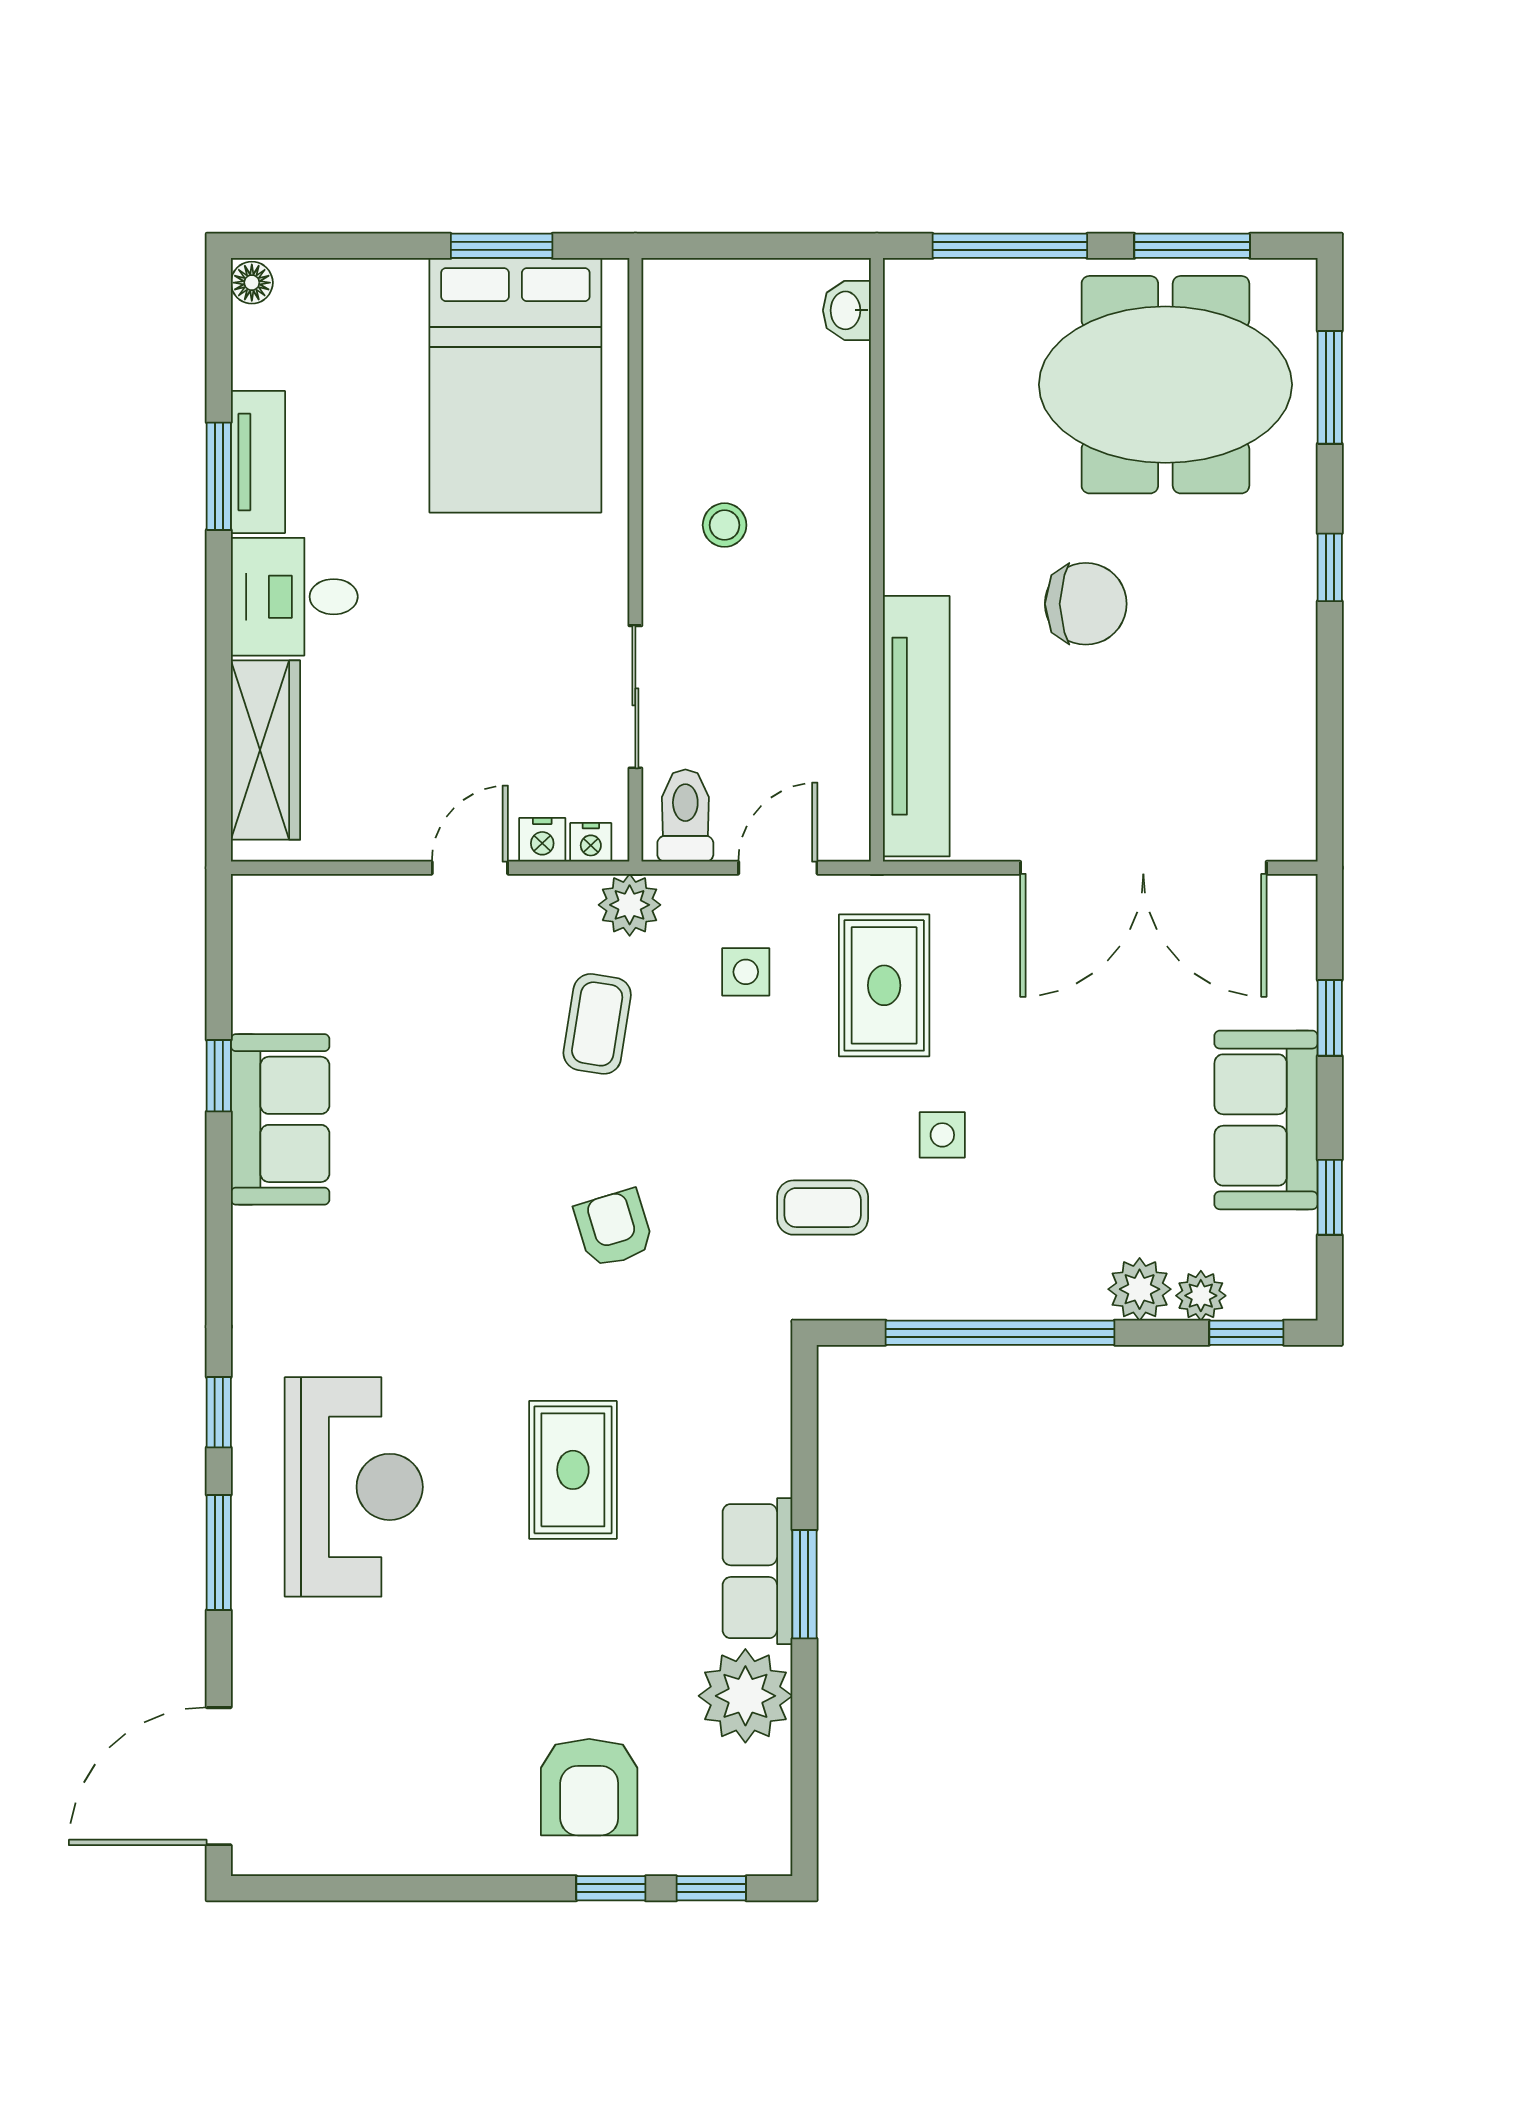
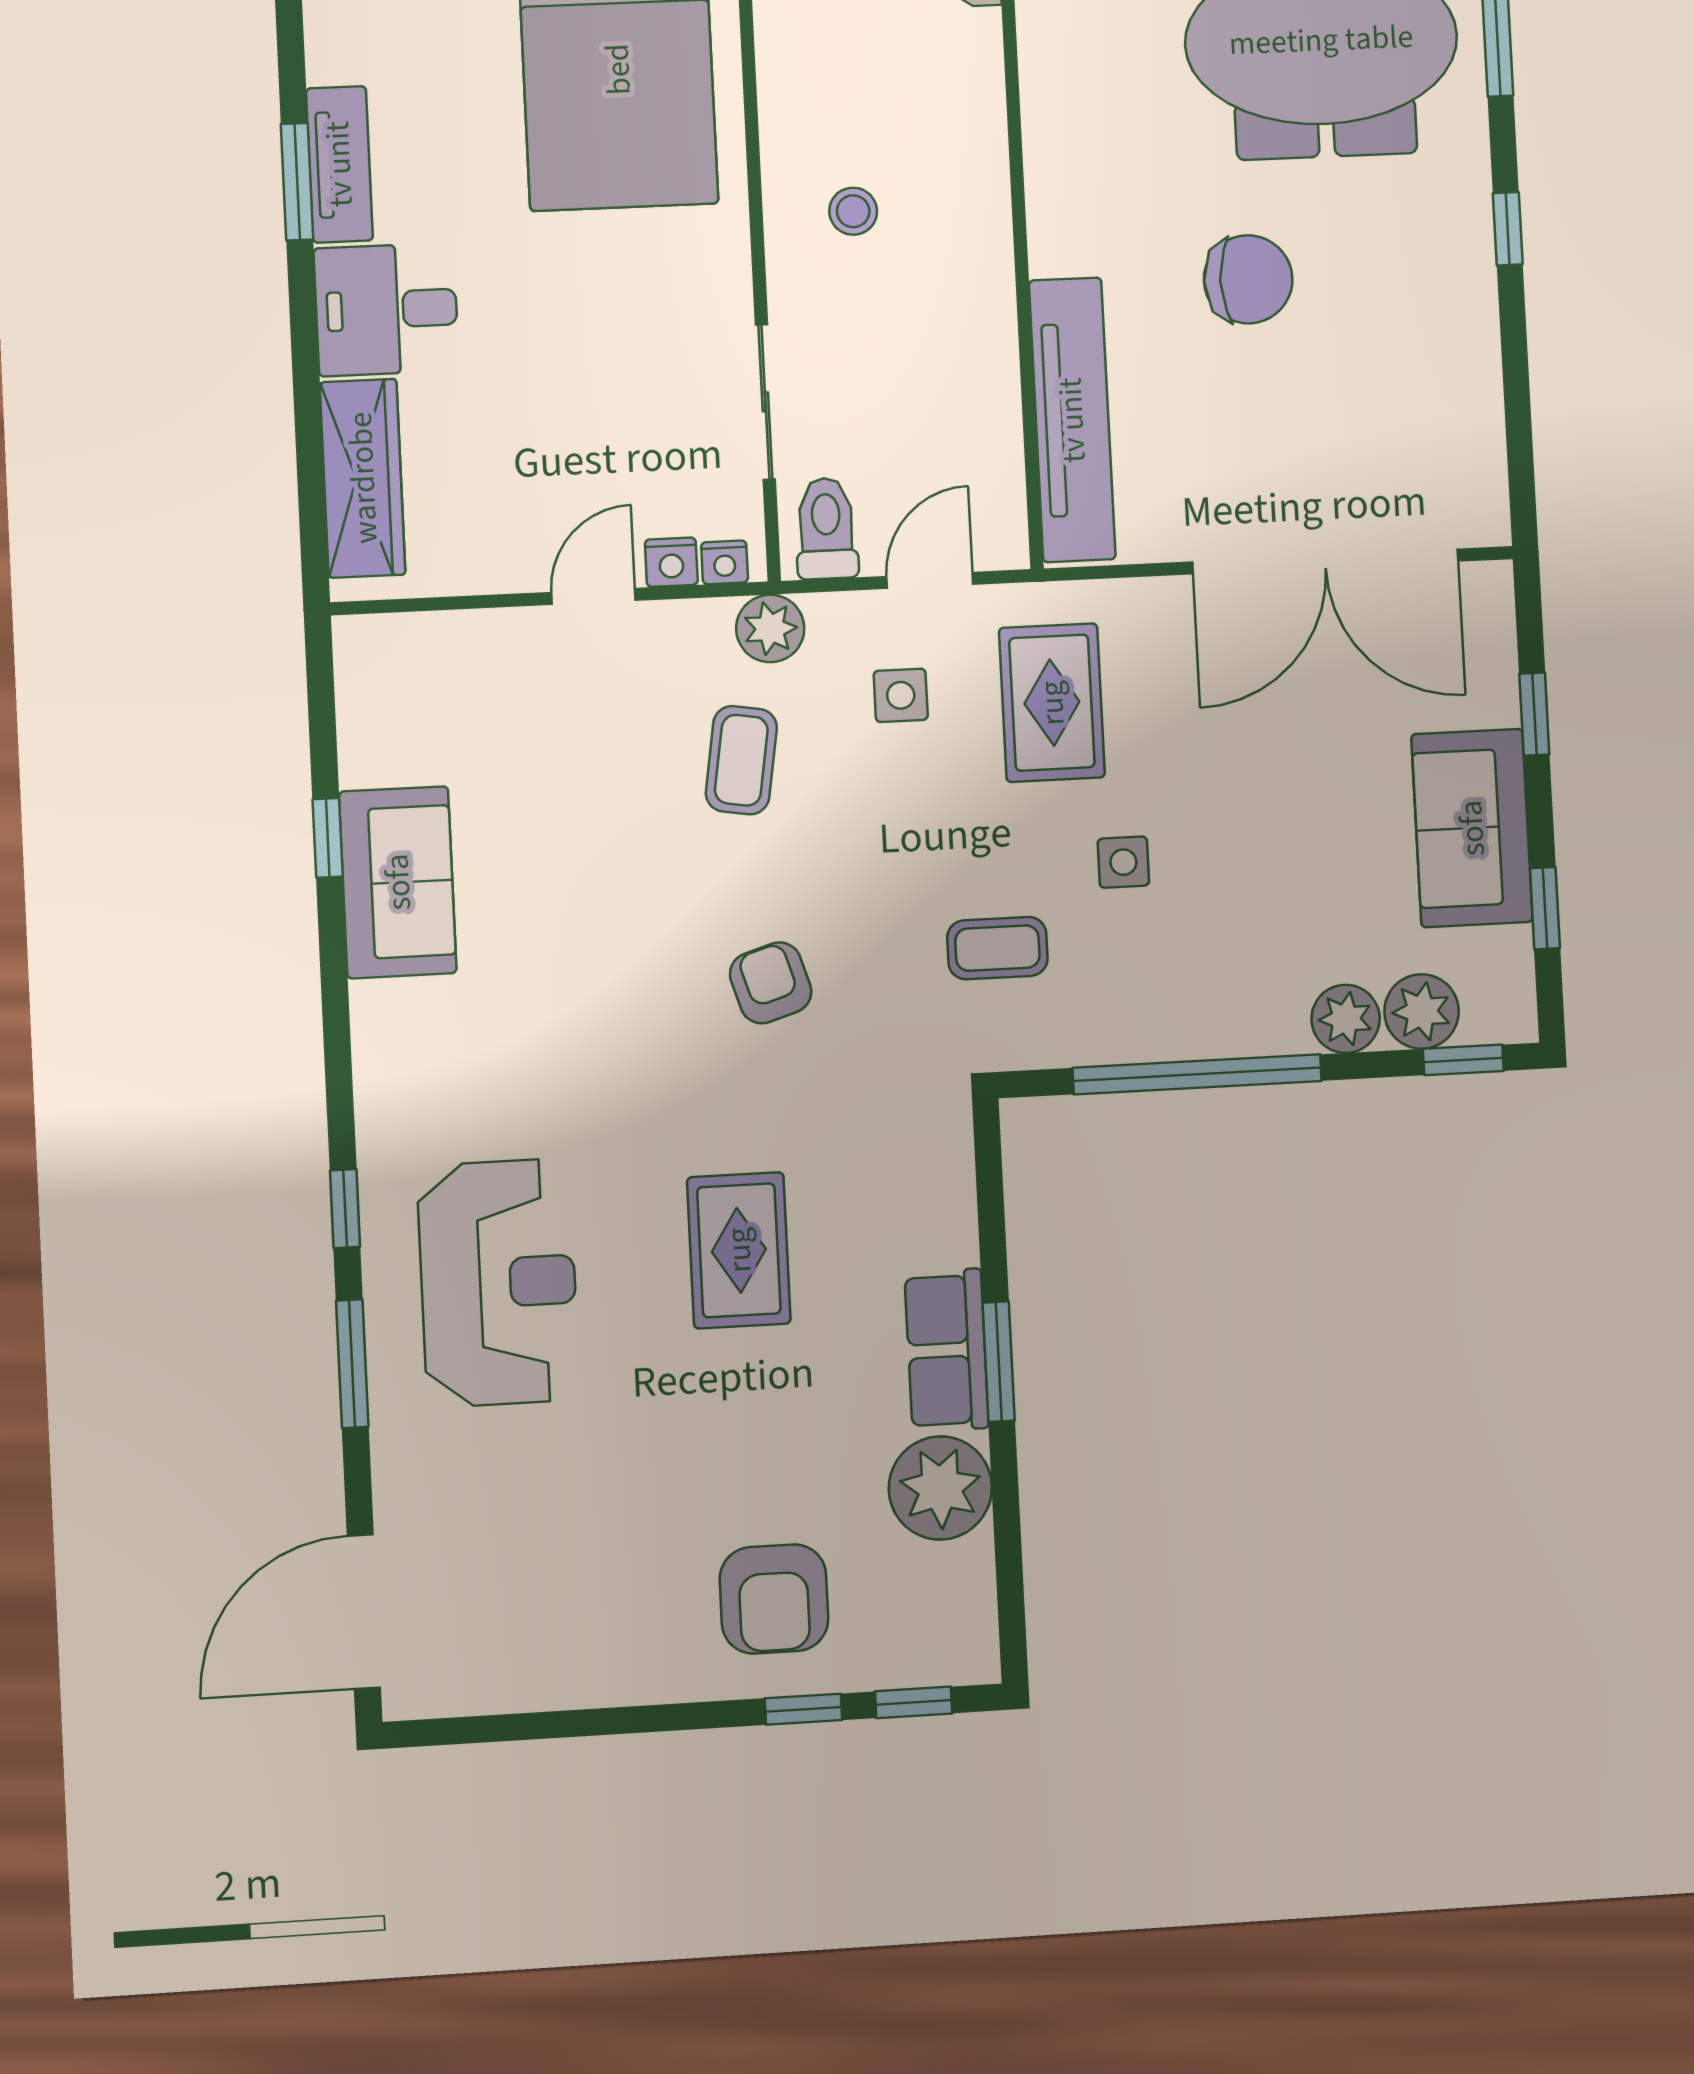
plant: (1201, 1296) -> (1422, 1012), width x1.38, depth x1.38

